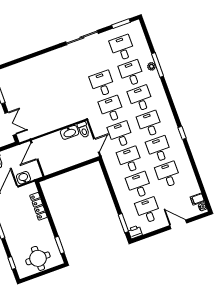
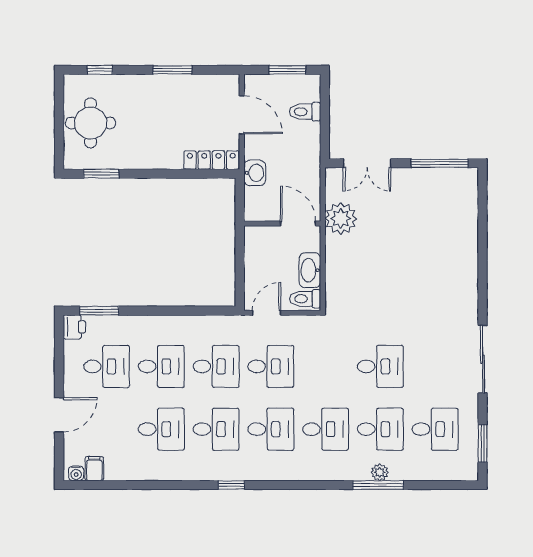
desk: (111, 109) -> (326, 366), removed
plant: (40, 127) -> (341, 218), added
door: (96, 145) -> (267, 313), swing flipped
door: (35, 151) -> (298, 223), moved
wall: (37, 158) -> (282, 223), moved
washbasin: (23, 178) -> (255, 173), moved
locker: (39, 206) -> (211, 160), moved

